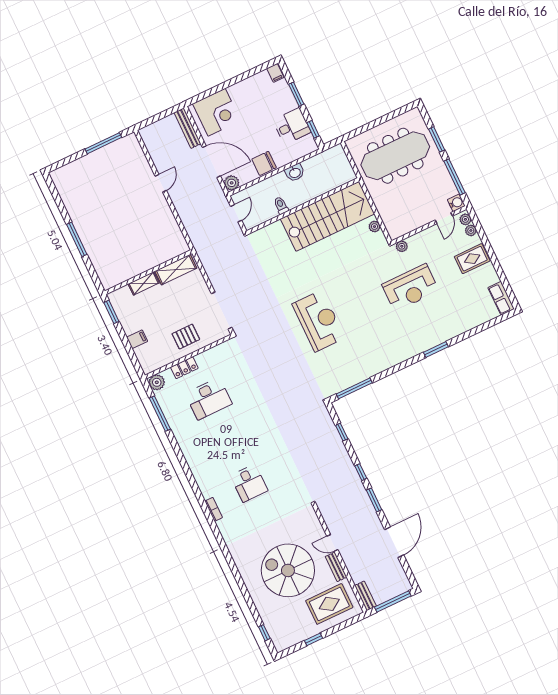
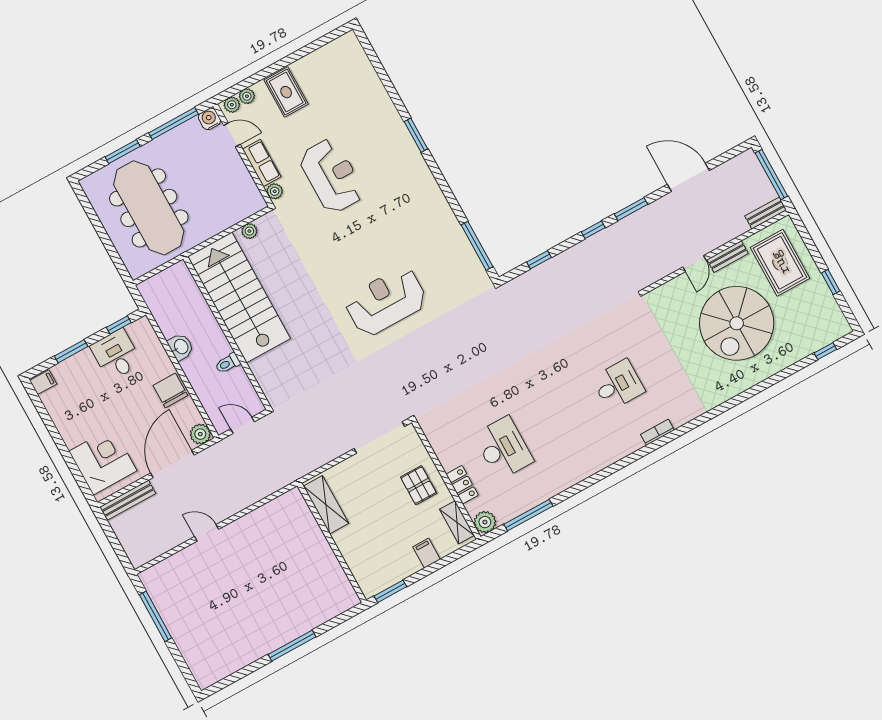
chair: (264, 163) -> (170, 390), turned 180
shelving: (144, 283) -> (457, 522), moved
row of seats: (501, 298) -> (262, 163), moved, turned -90

